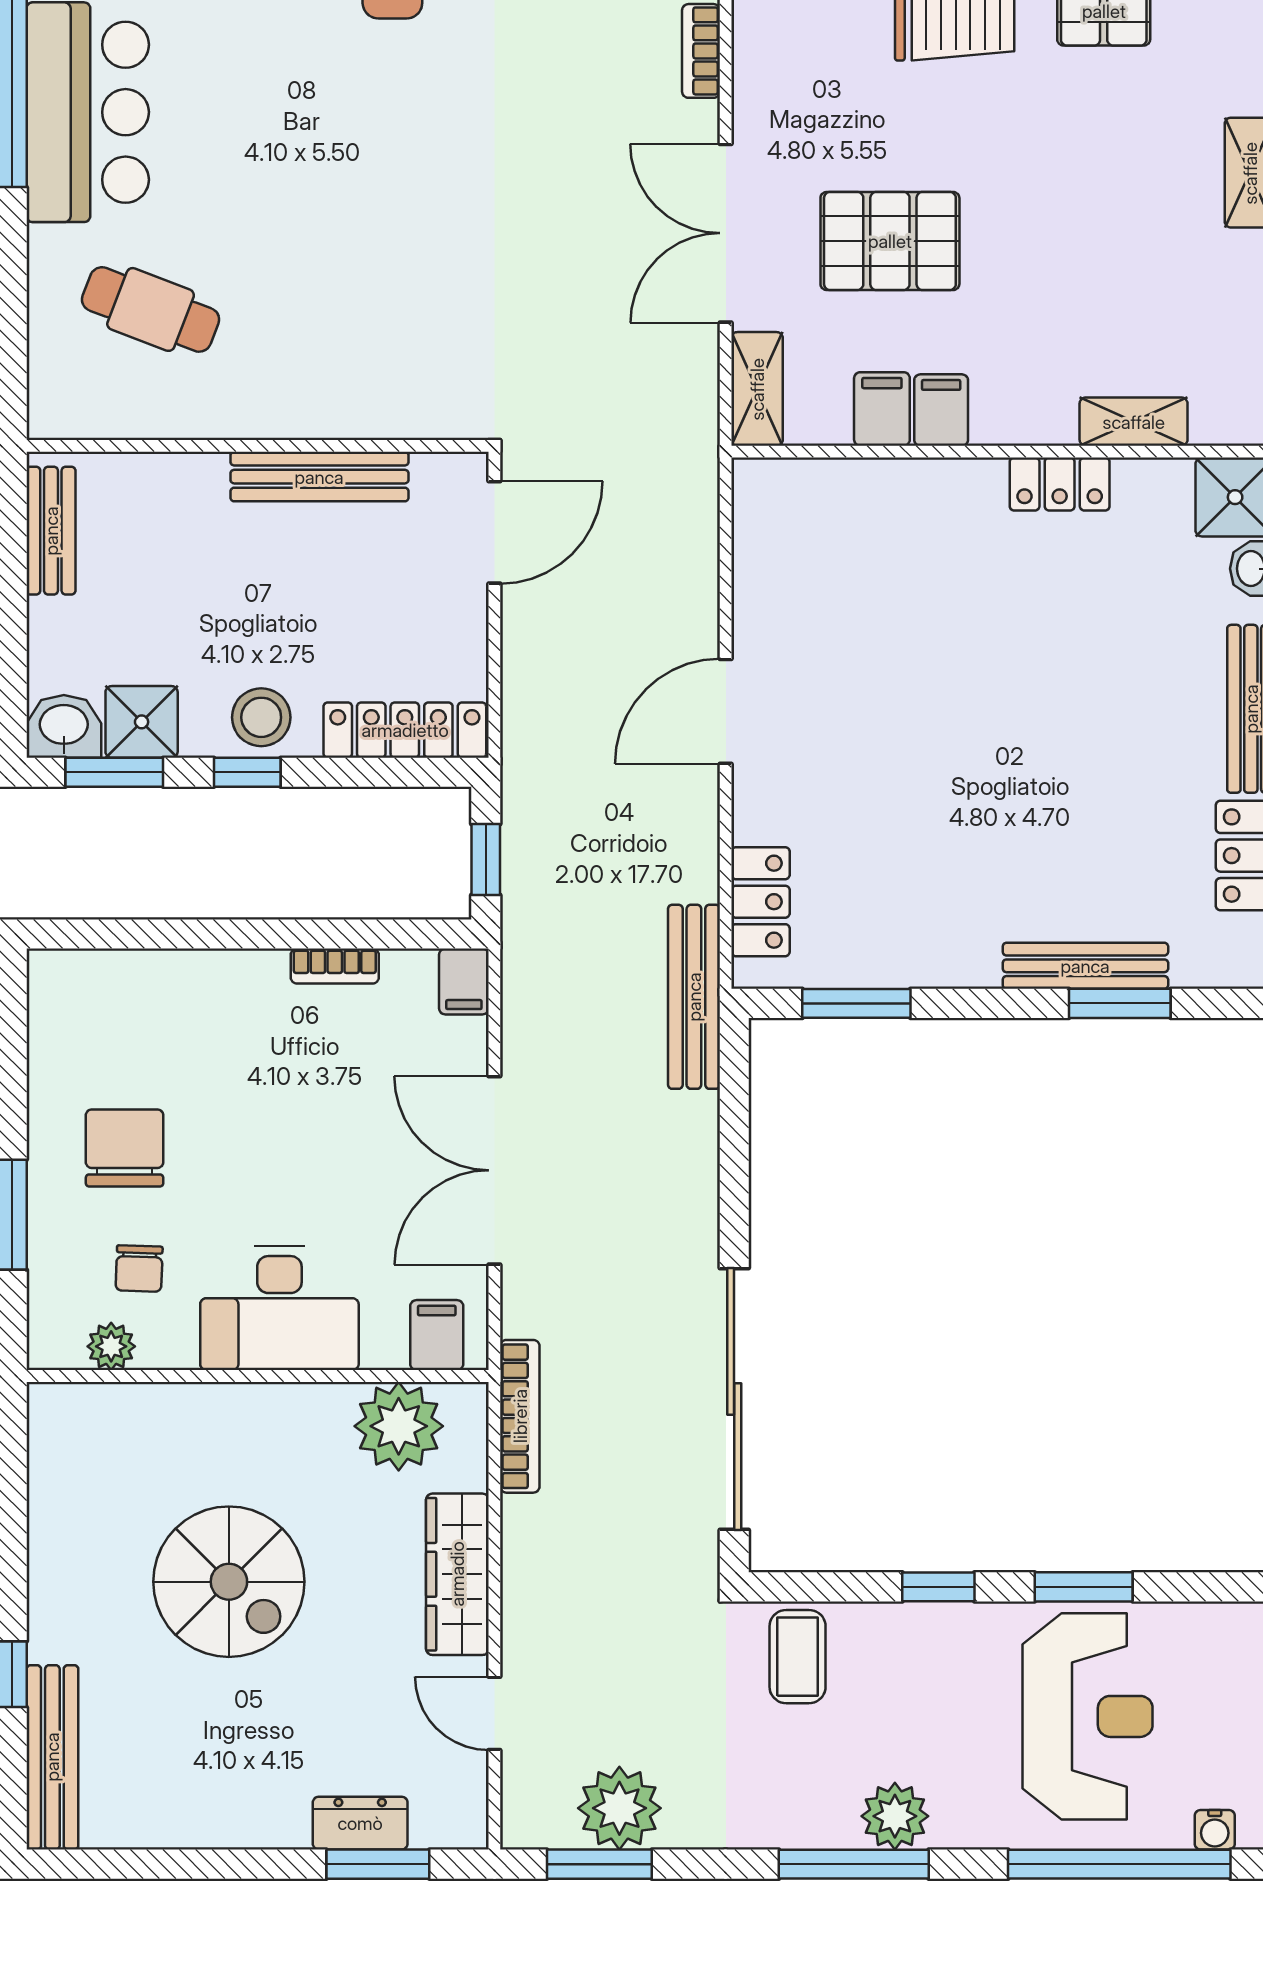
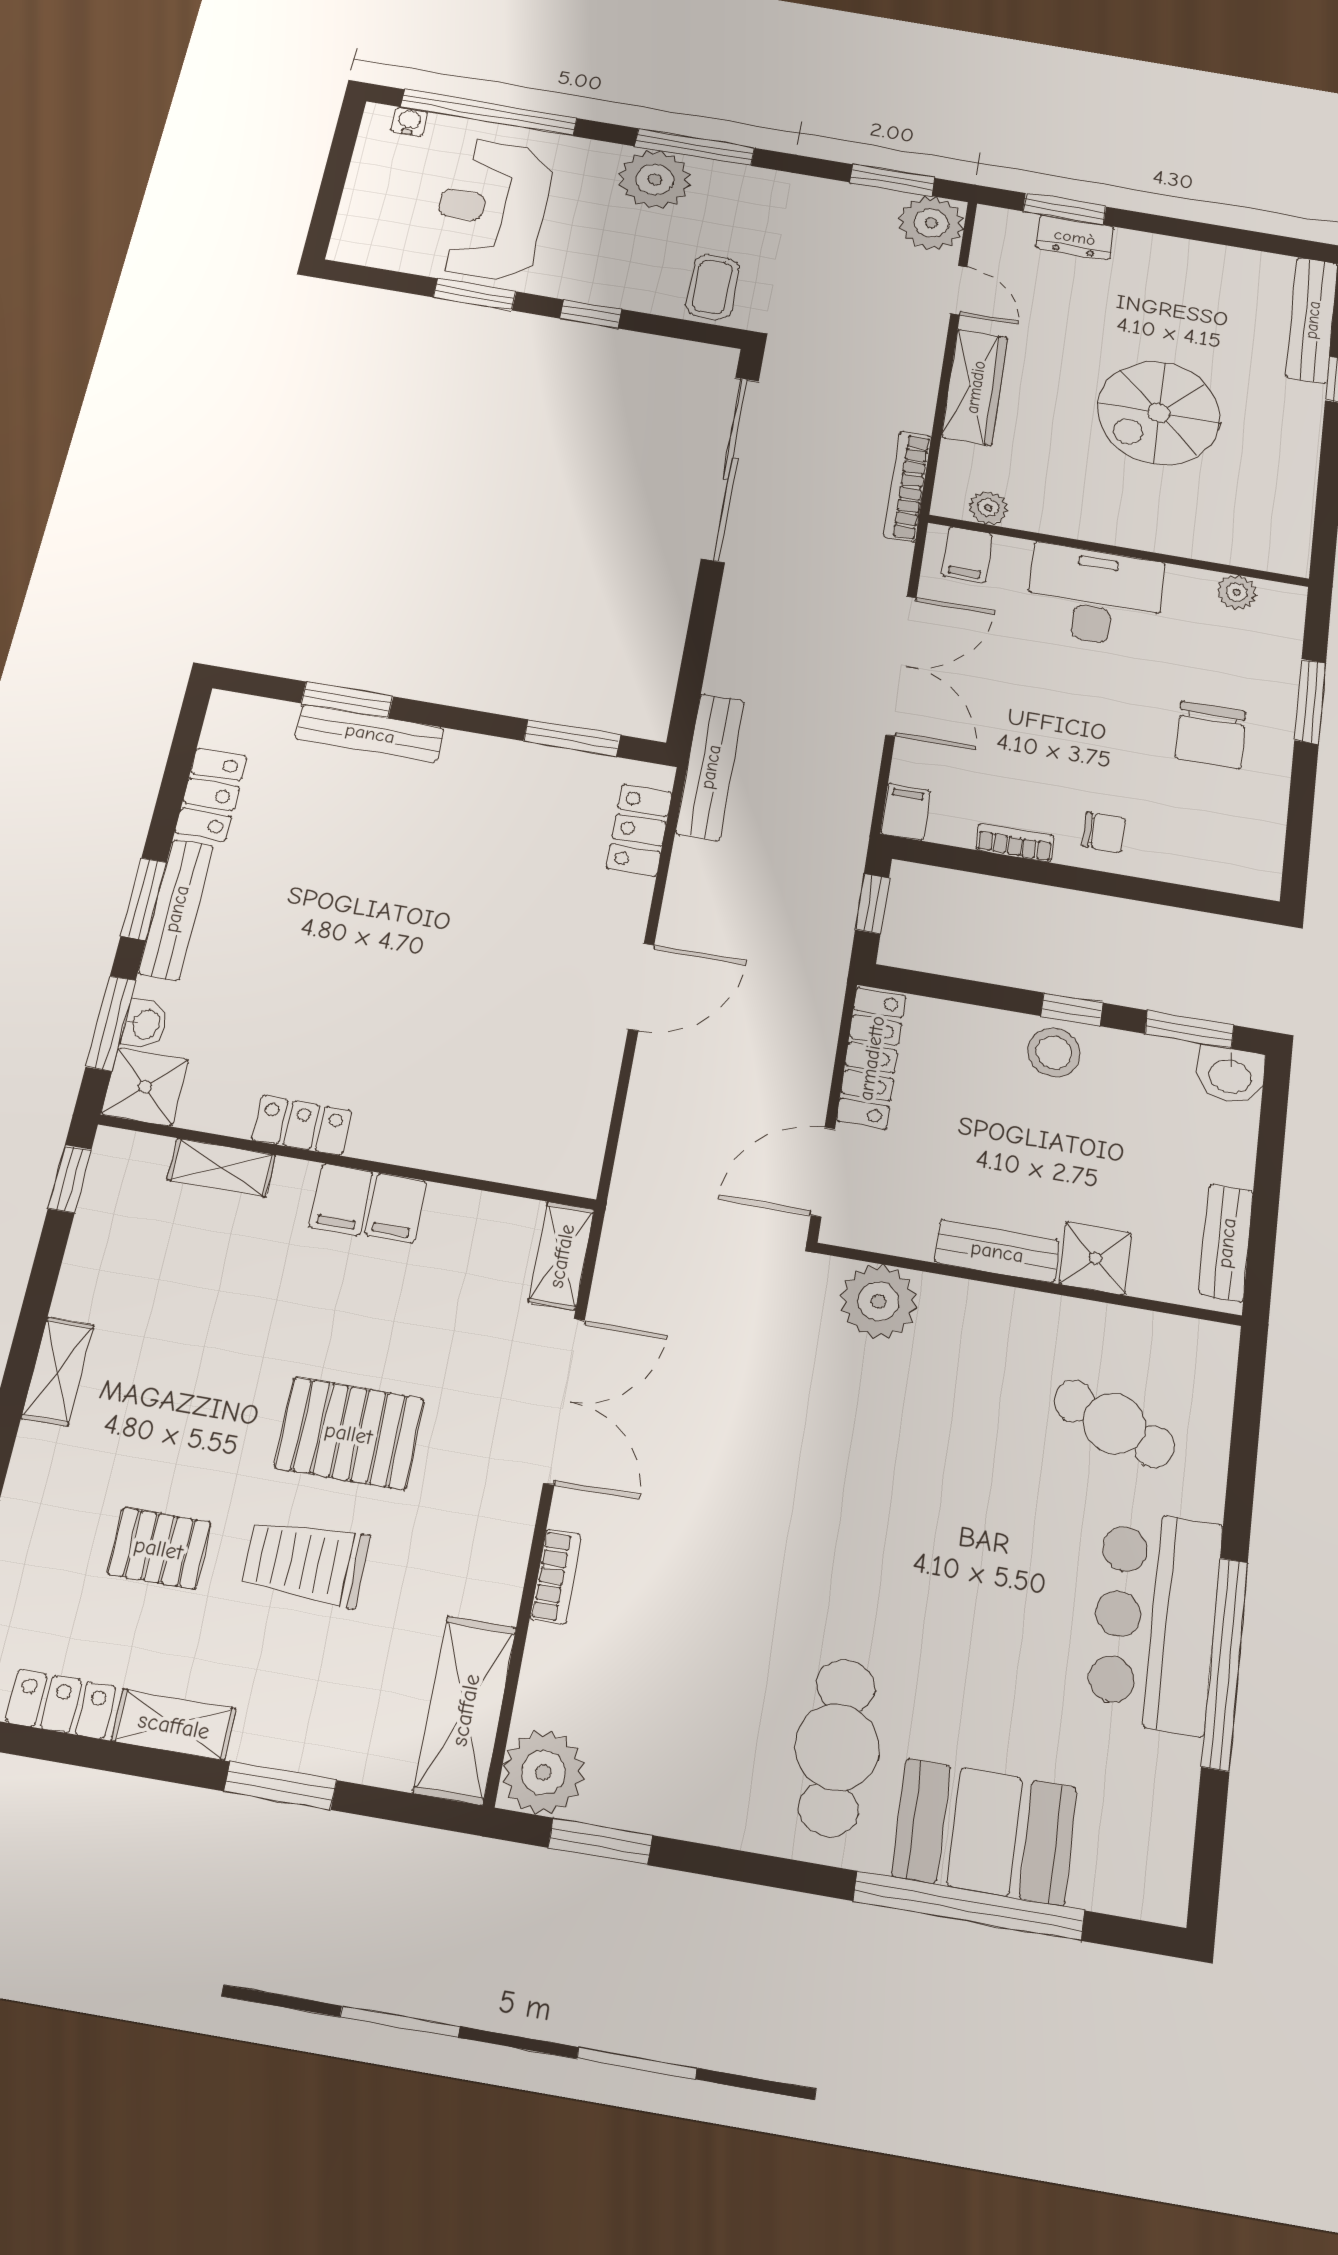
pallet: (890, 241) -> (349, 1433), moved
plant: (415, 398) -> (879, 1301), added
filing cabinet: (882, 409) -> (341, 1199), moved
bench: (319, 477) -> (997, 1251), width x0.73
shower: (142, 722) -> (1095, 1258), moved
locker: (405, 730) -> (871, 1058), moved, turned -90
chair: (139, 1268) -> (1104, 832), moved, turned 88
plant: (399, 1426) -> (988, 508), width x0.53, depth x0.53
spiral stairs: (229, 1582) -> (1159, 413), turned -90
plant: (619, 1808) -> (931, 223), moved
plant: (895, 1816) -> (655, 180), width x1.36, depth x1.36

